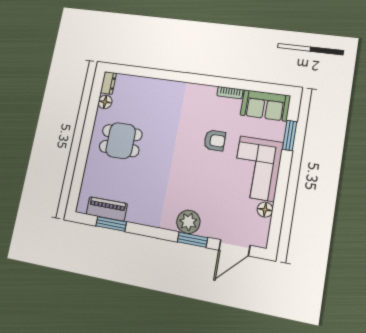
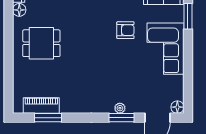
floor lamp: (265, 210) -> (177, 107), moved
plant: (188, 222) -> (120, 108), width x0.53, depth x0.53

